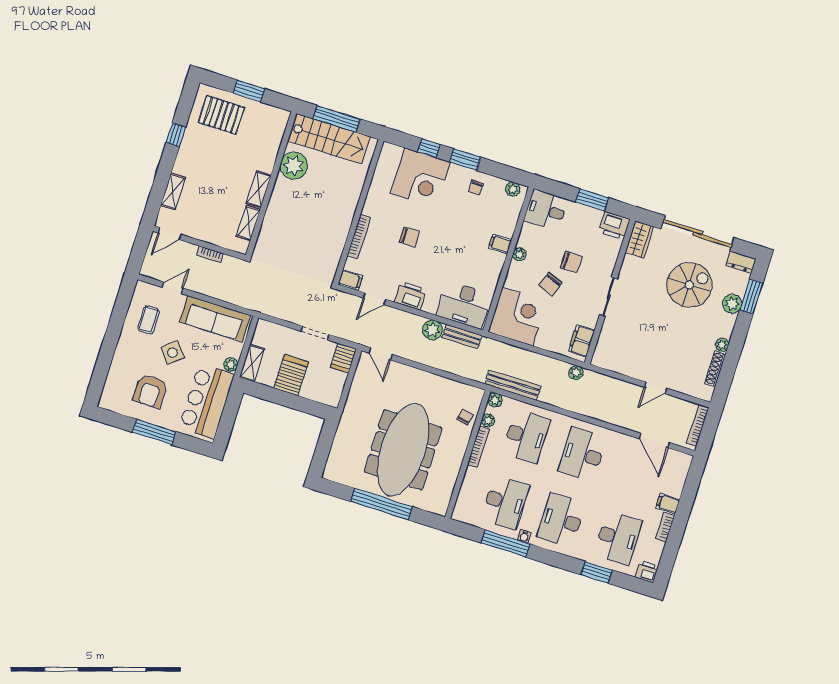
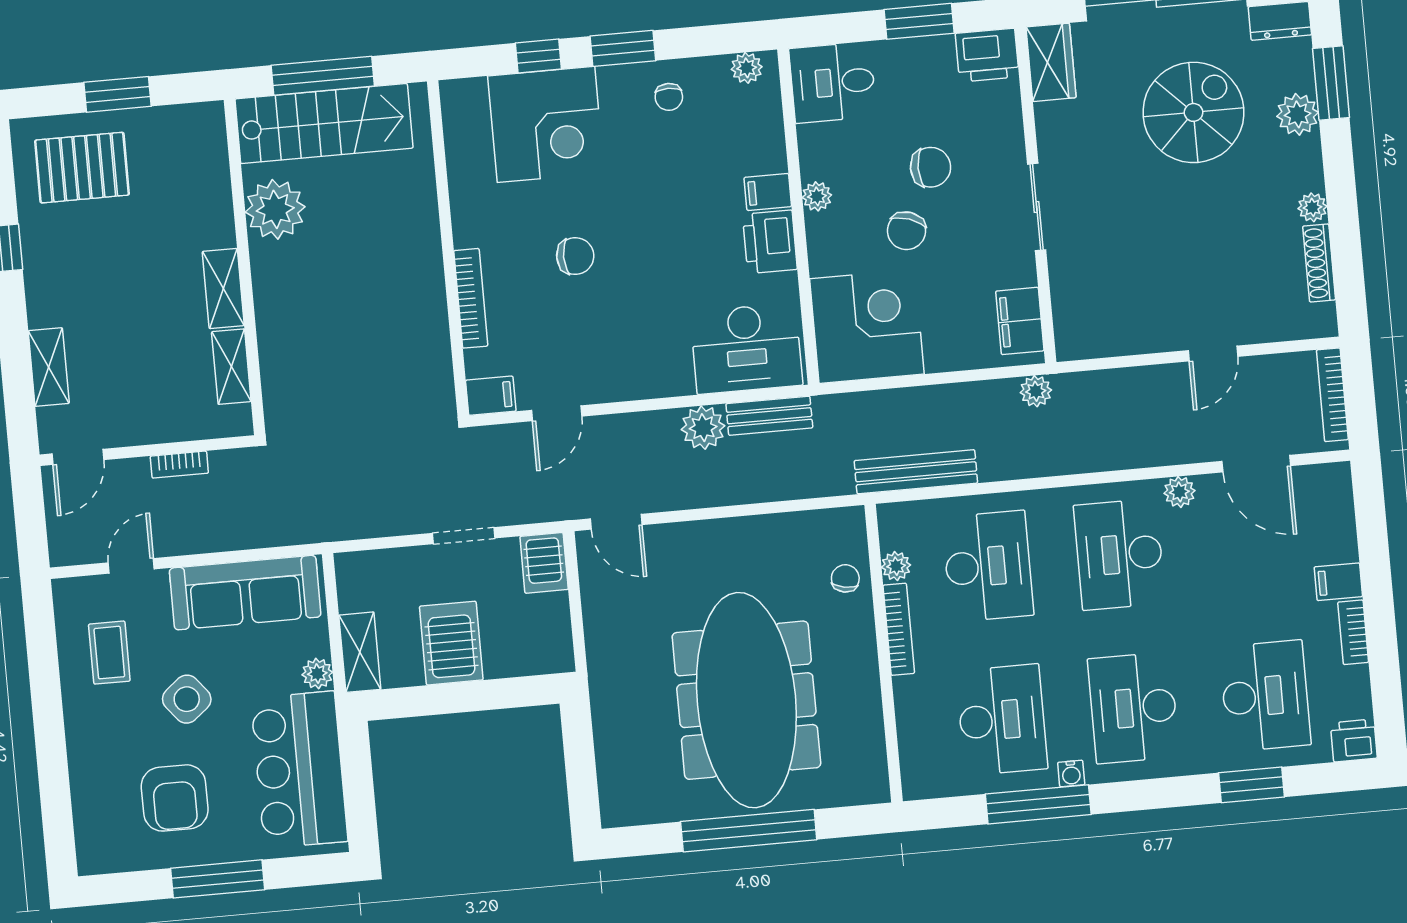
printer: (410, 296) -> (770, 242), moved, turned -90
plant: (495, 400) -> (1179, 492), moved

